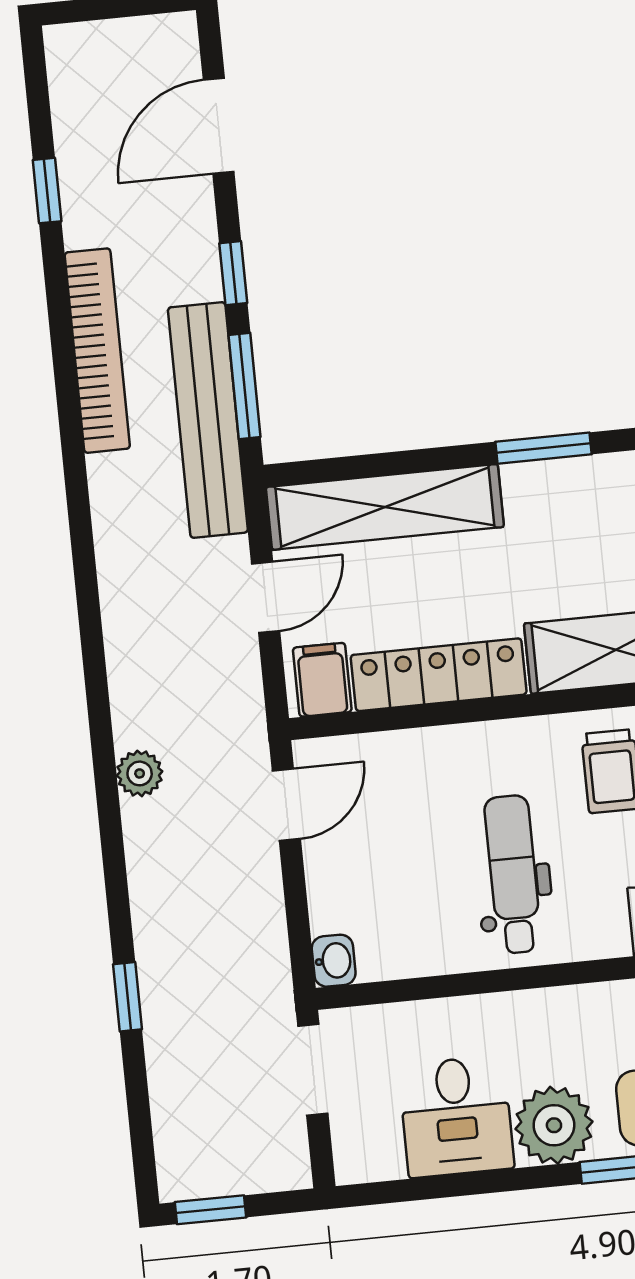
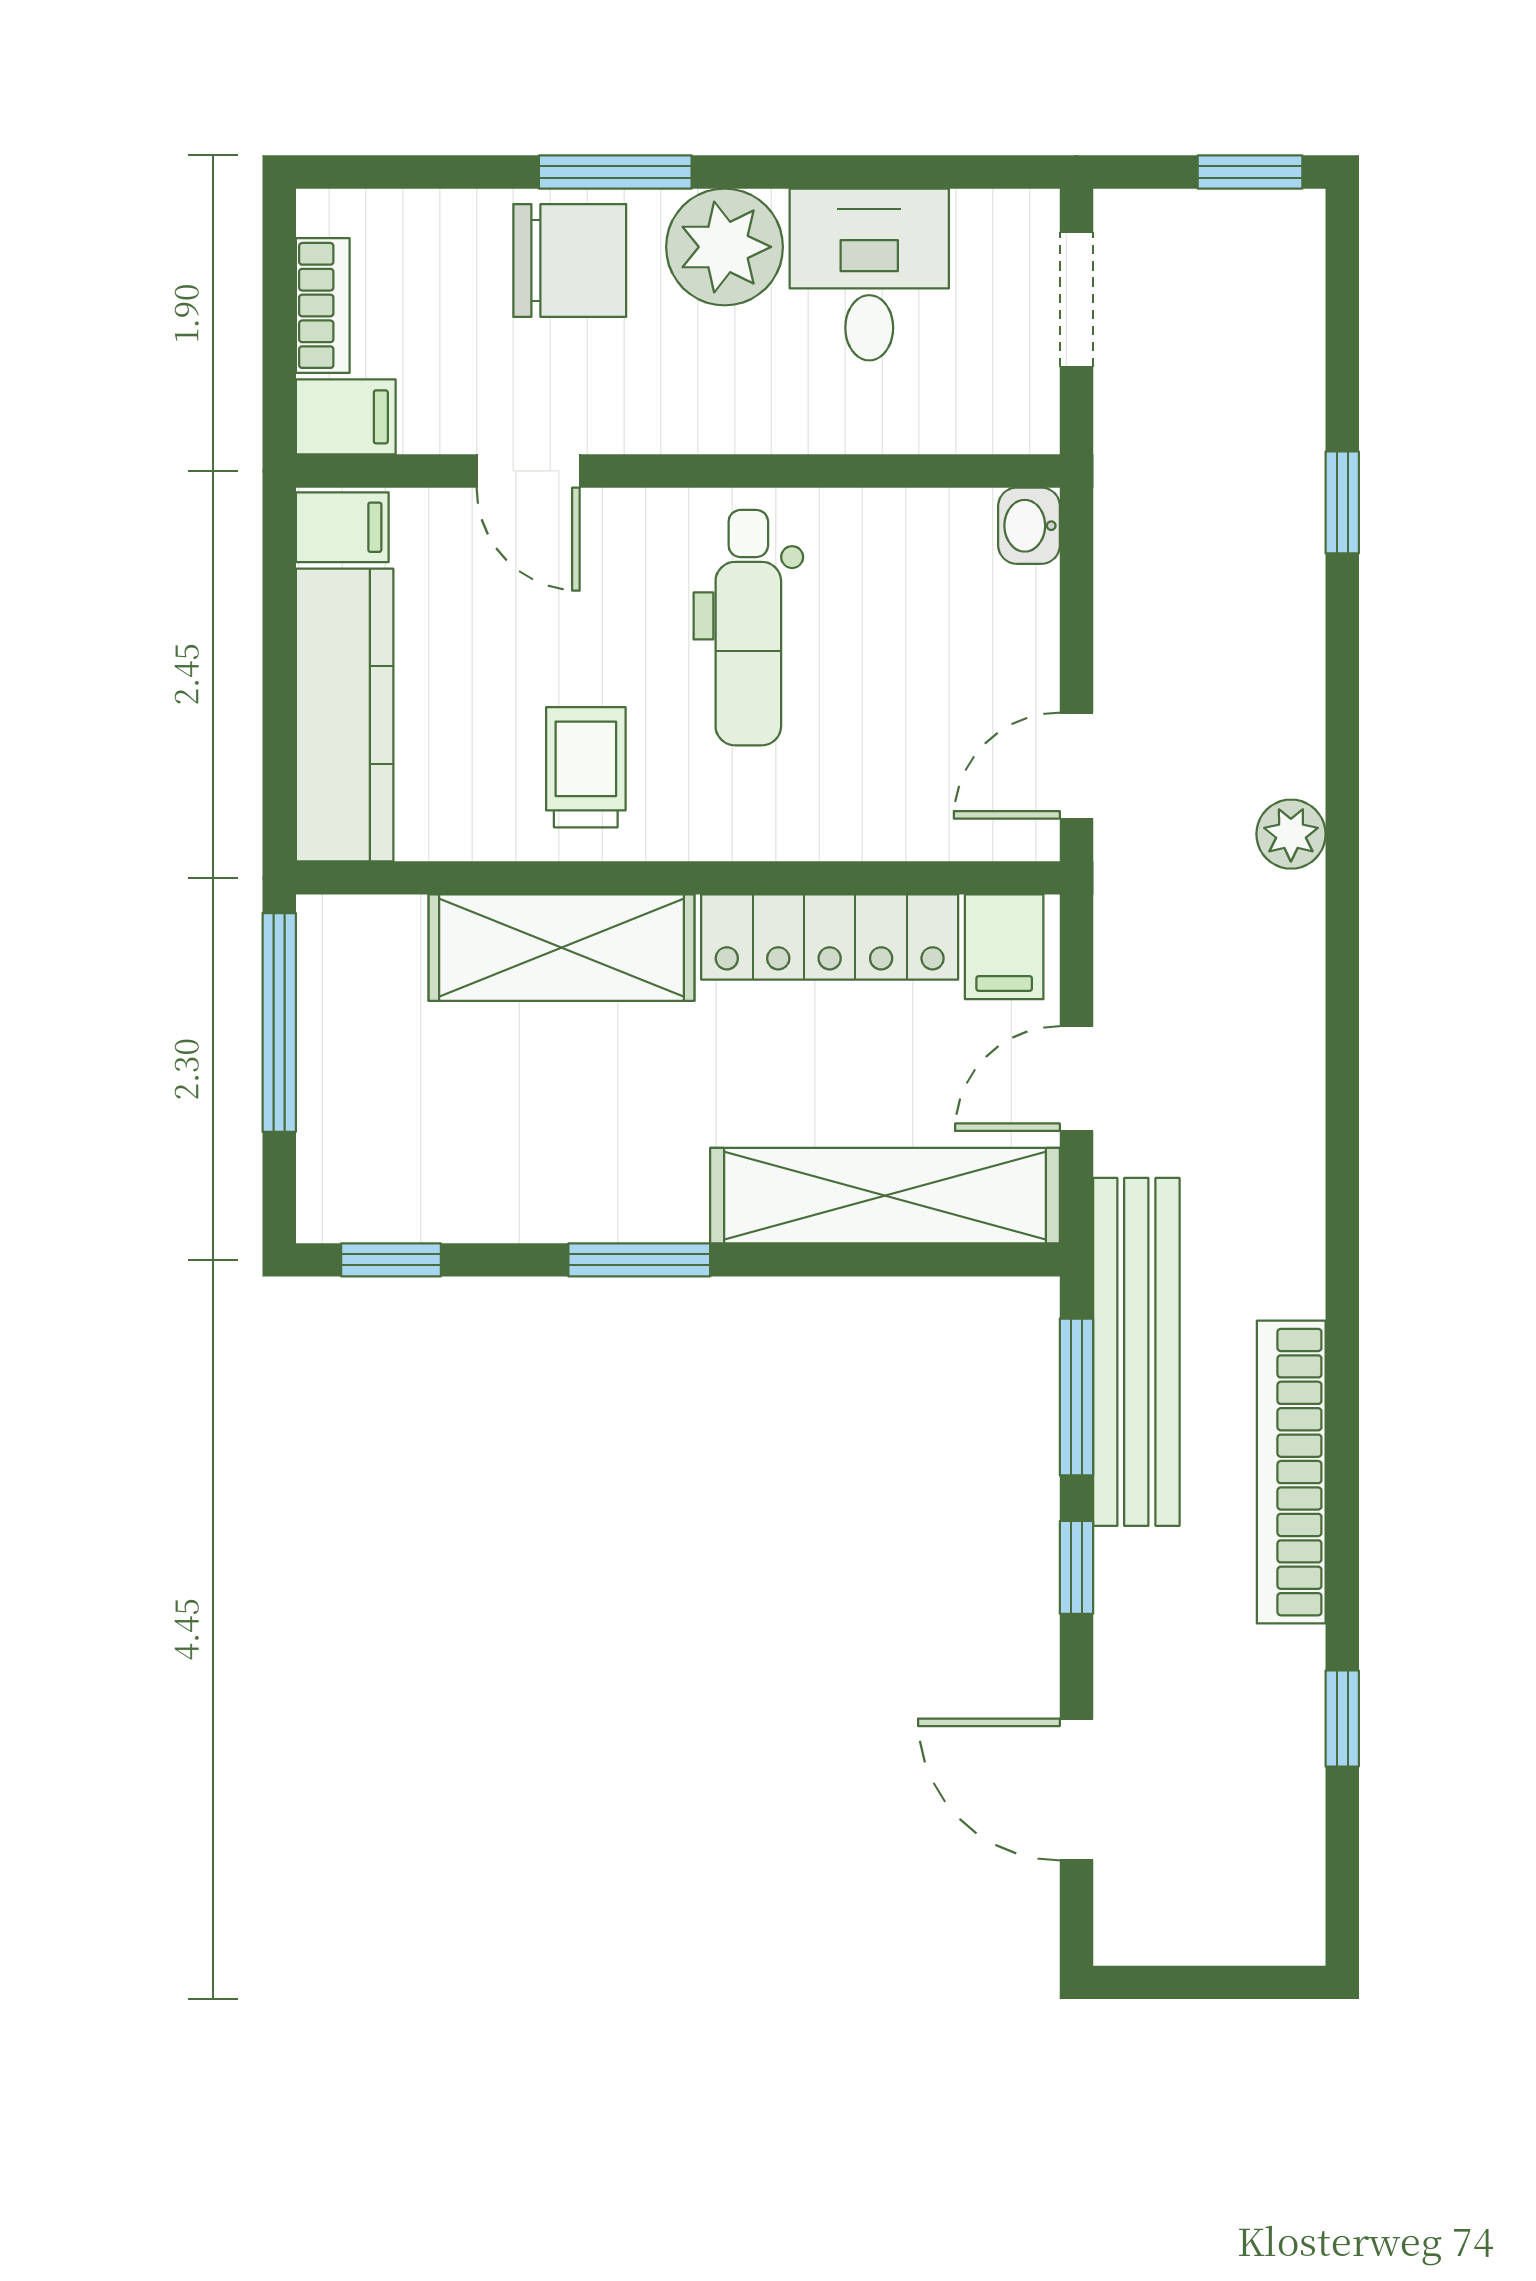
door: (219, 126) -> (1076, 1789), swing flipped
doorway: (313, 1070) -> (1076, 299), moved

